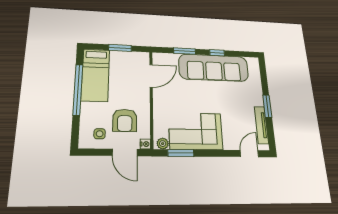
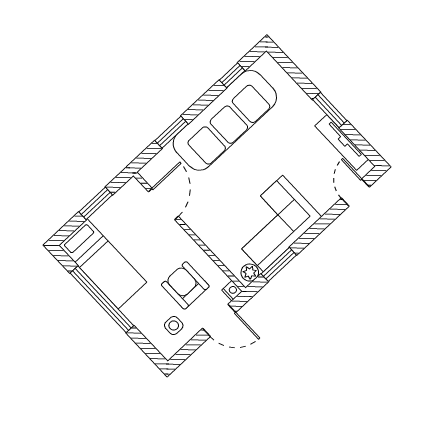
window: (217, 53) -> (232, 75), moved
armchair: (125, 120) -> (185, 285), turned 180

